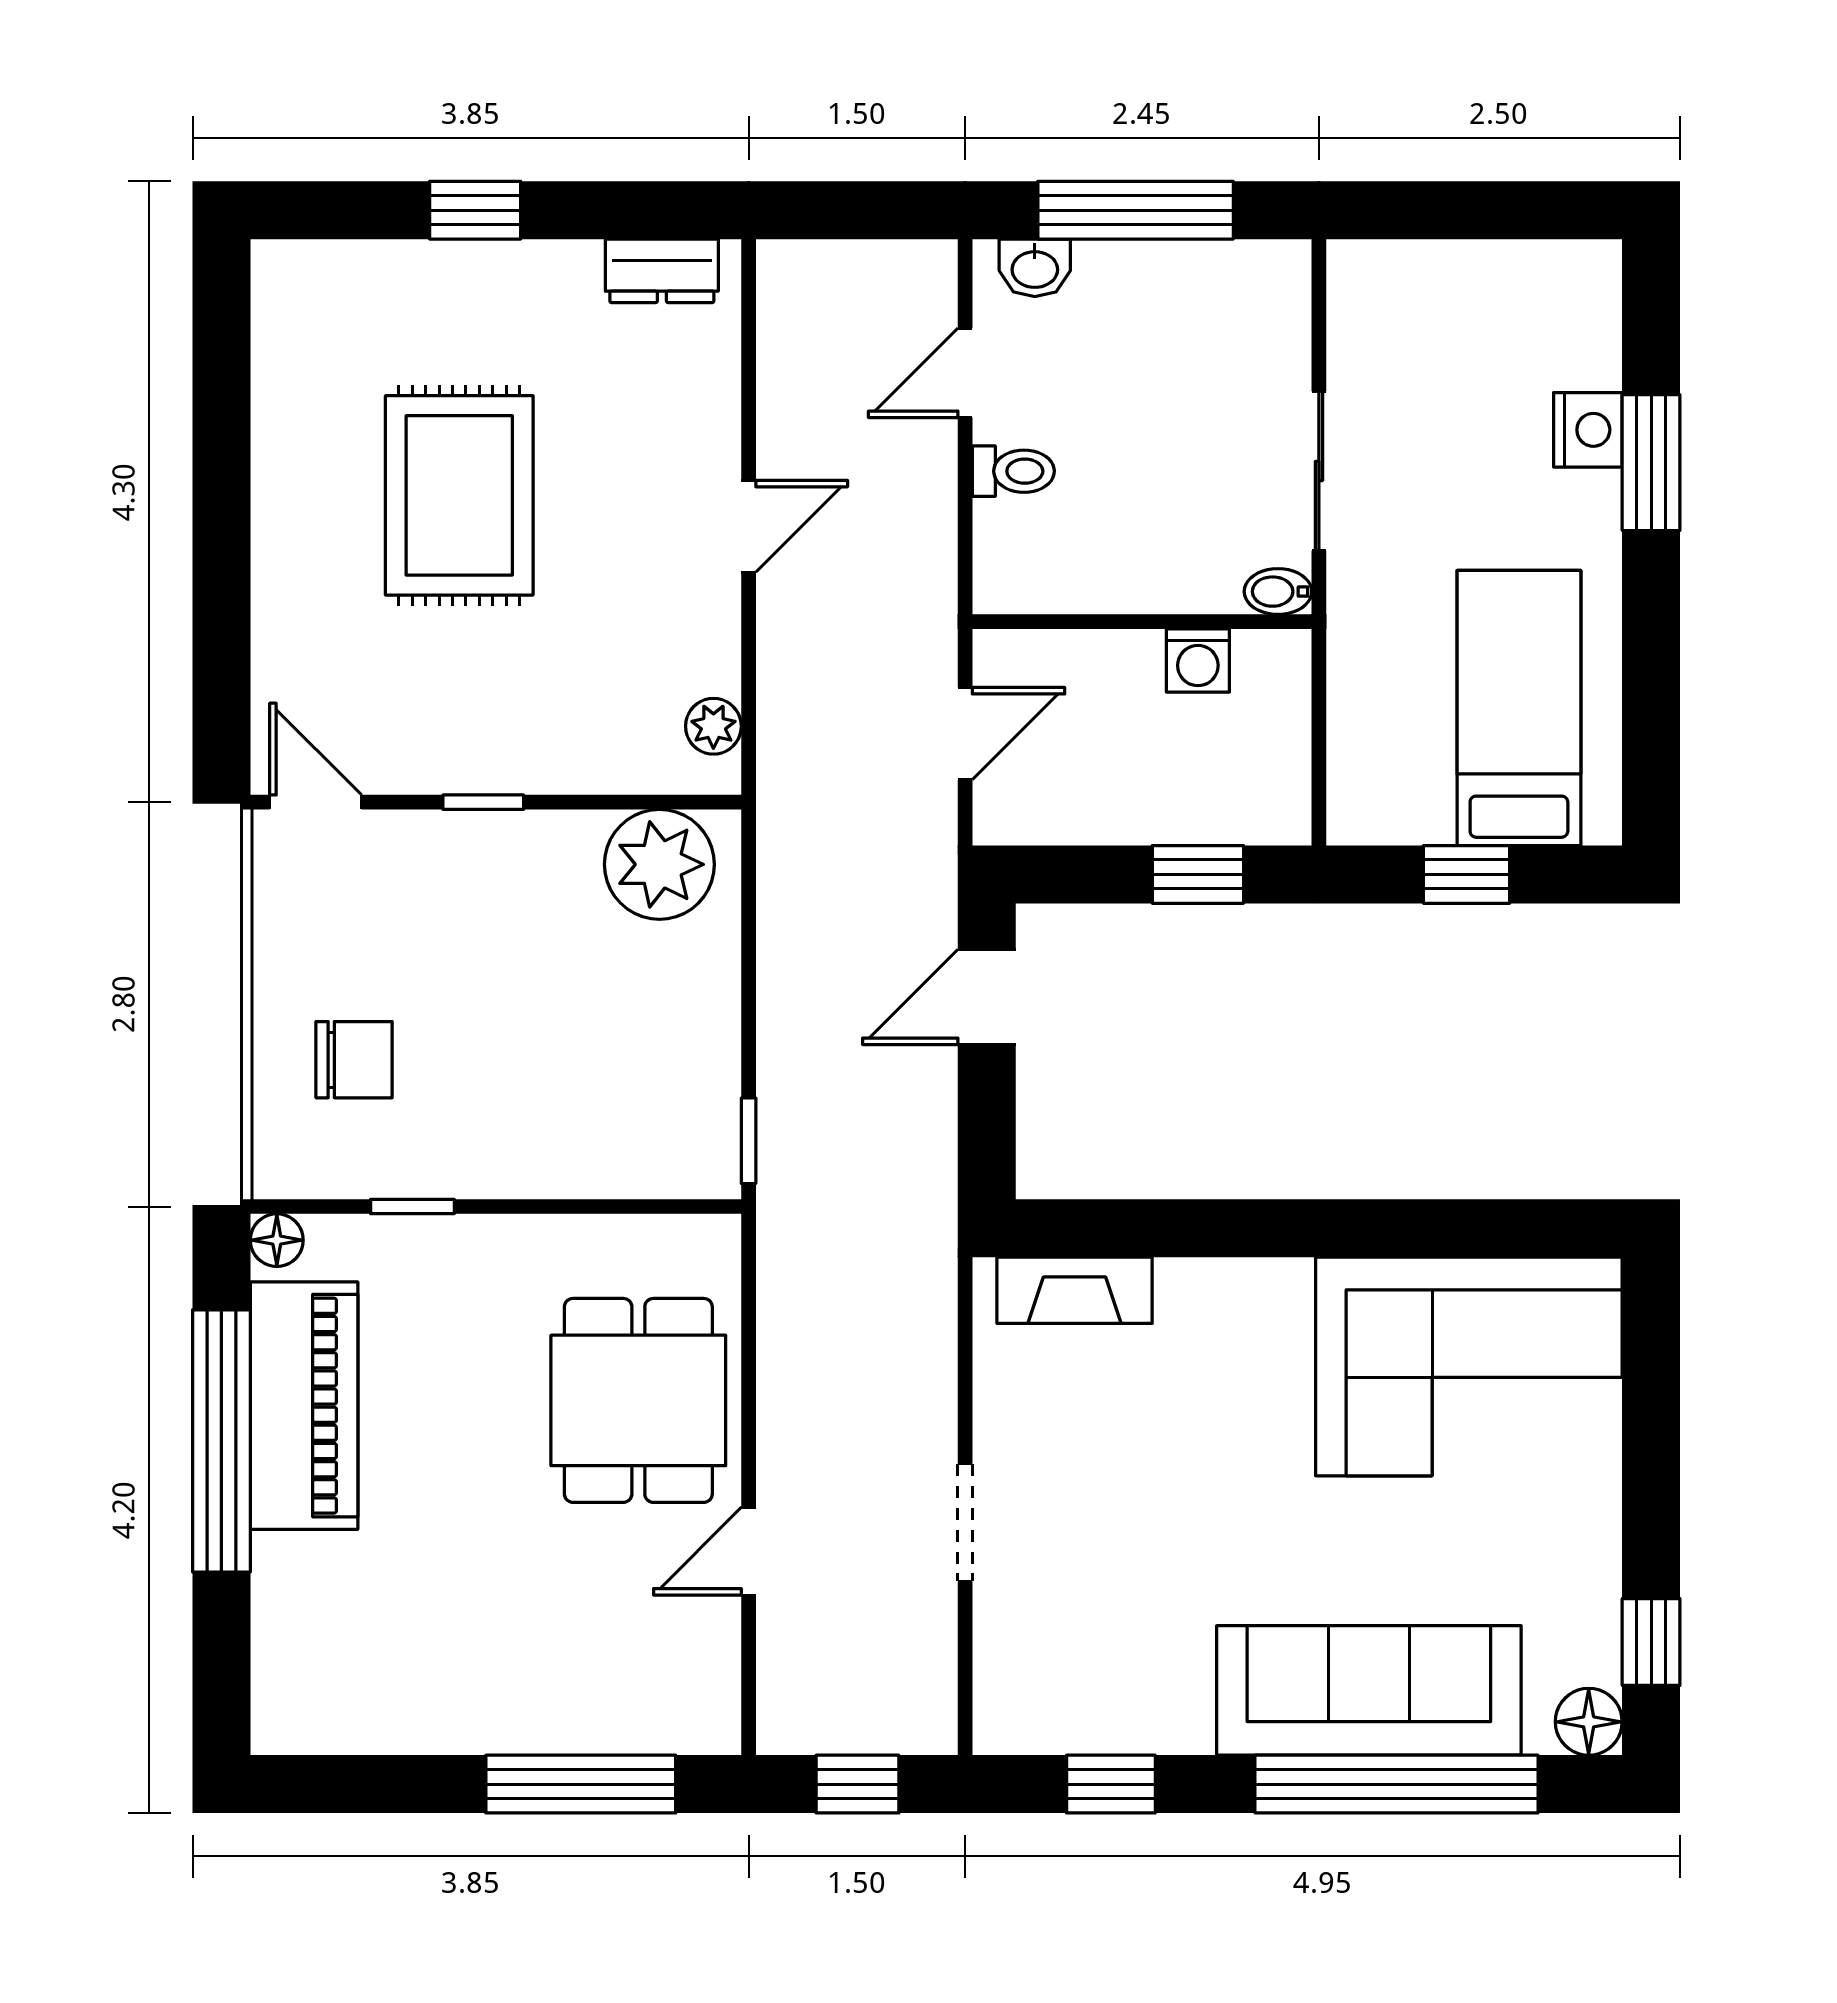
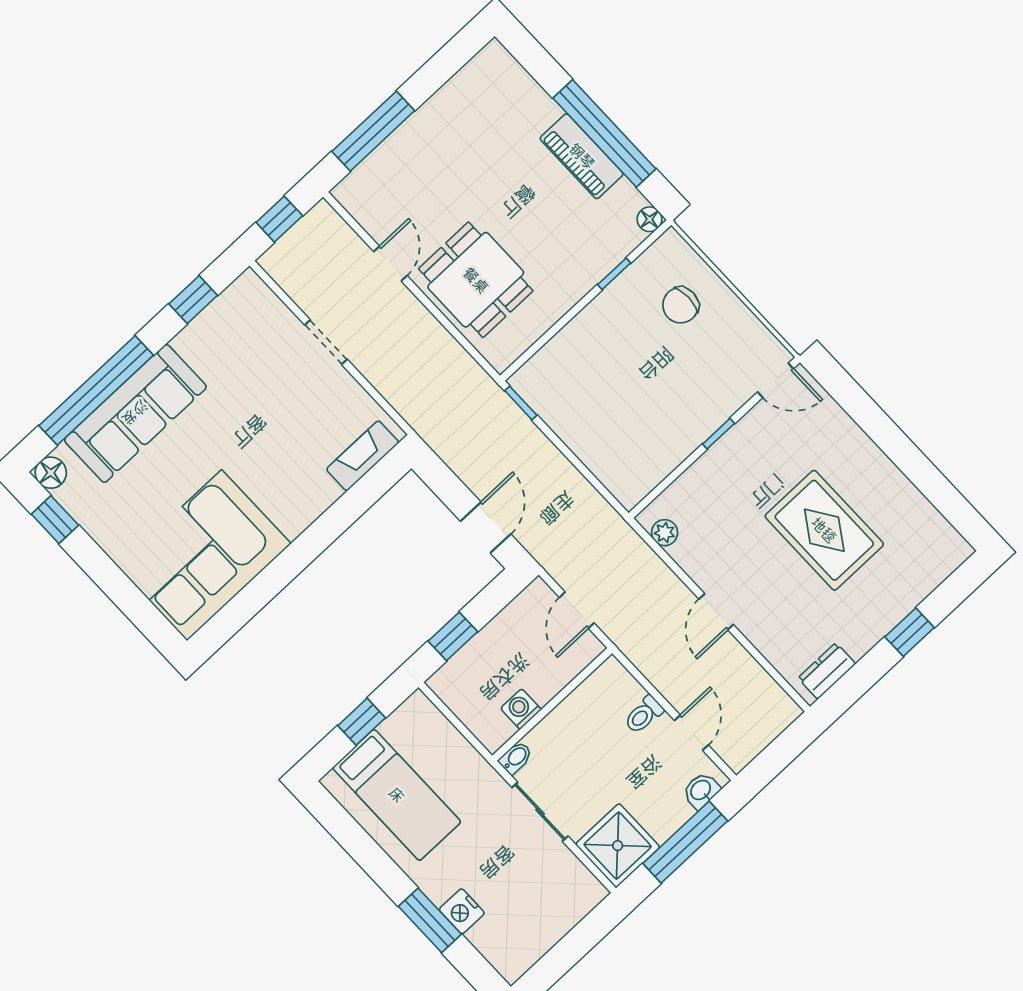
shower: (1247, 304) -> (618, 846), added
plant: (659, 864) -> (639, 469), removed
piano: (304, 1406) -> (582, 156), width x0.73, depth x0.75

